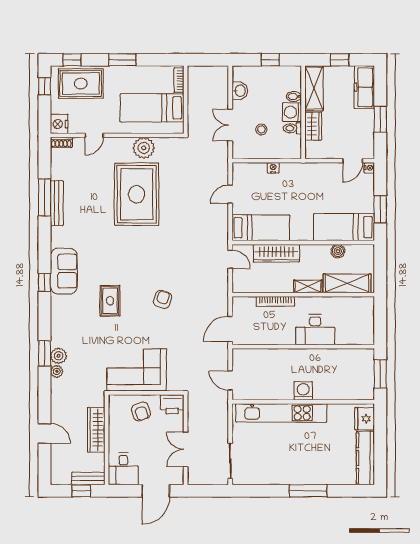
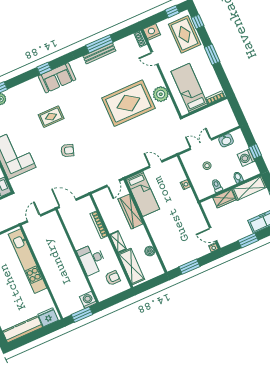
washing machine: (292, 112) -> (246, 158), moved, turned -90
bed: (344, 227) -> (167, 248), removed
armchair: (351, 314) -> (113, 278), added
washing machine: (303, 391) -> (88, 300), moved, turned -90

